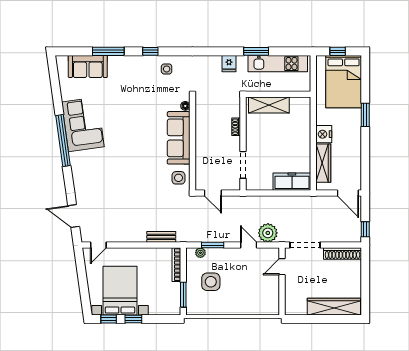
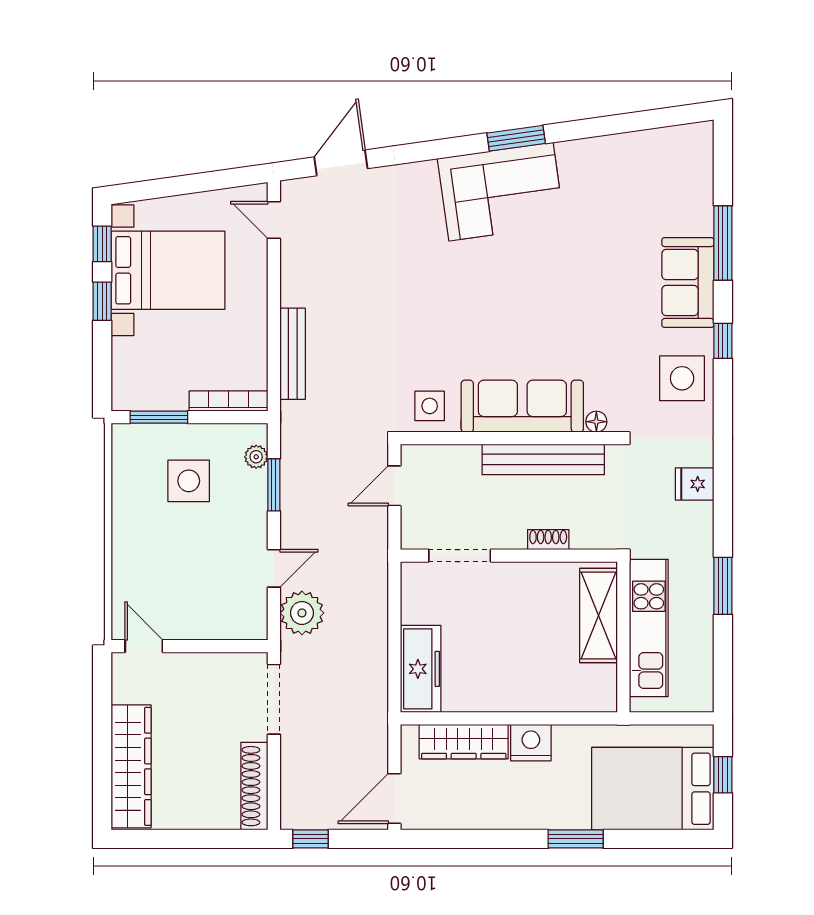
fridge: (229, 64) -> (695, 484), moved
kitchen unit: (278, 64) -> (649, 628), moved, turned 180
sofa: (88, 66) -> (688, 283), moved
side table: (167, 69) -> (682, 378), width x1.87, depth x1.87
corner sofa: (83, 124) -> (501, 192), moved
bench: (202, 129) -> (543, 459), added
window: (63, 141) -> (516, 138), width x0.47
bench: (161, 237) -> (293, 354), width x1.36
door: (282, 267) -> (144, 646), moved

